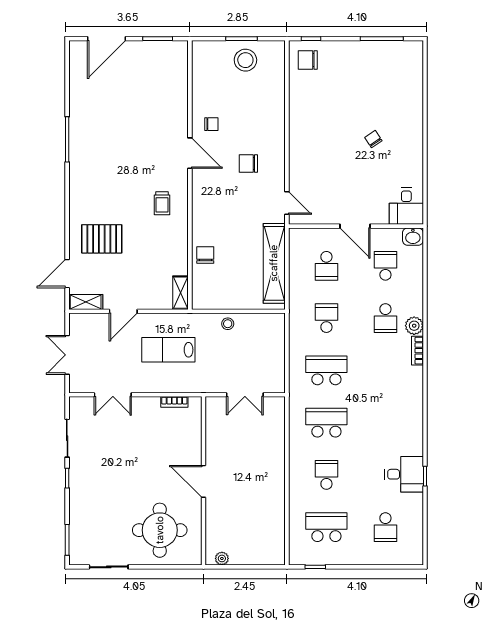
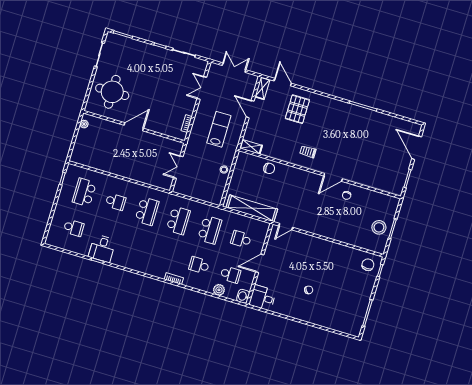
chair: (248, 164) -> (316, 211), removed
school desk: (326, 318) -> (210, 230), width x1.85
plant: (414, 326) -> (219, 290), moved
school desk: (326, 527) -> (84, 192), turned 180
school desk: (385, 527) -> (74, 228), turned 180

